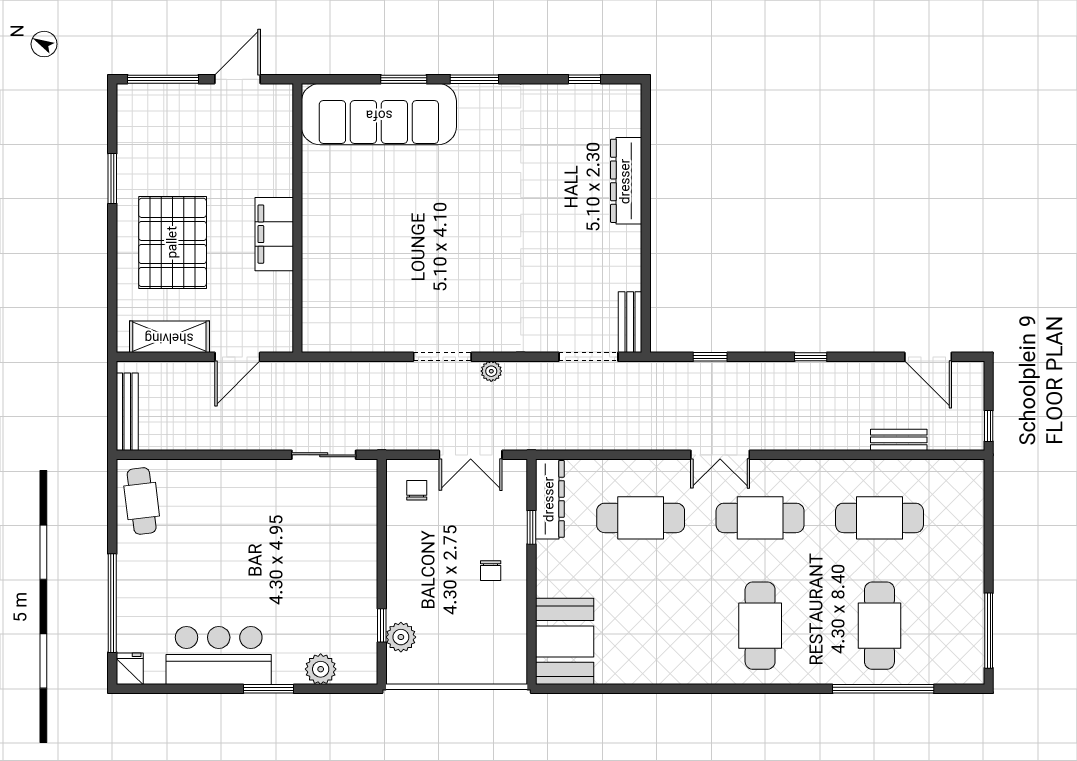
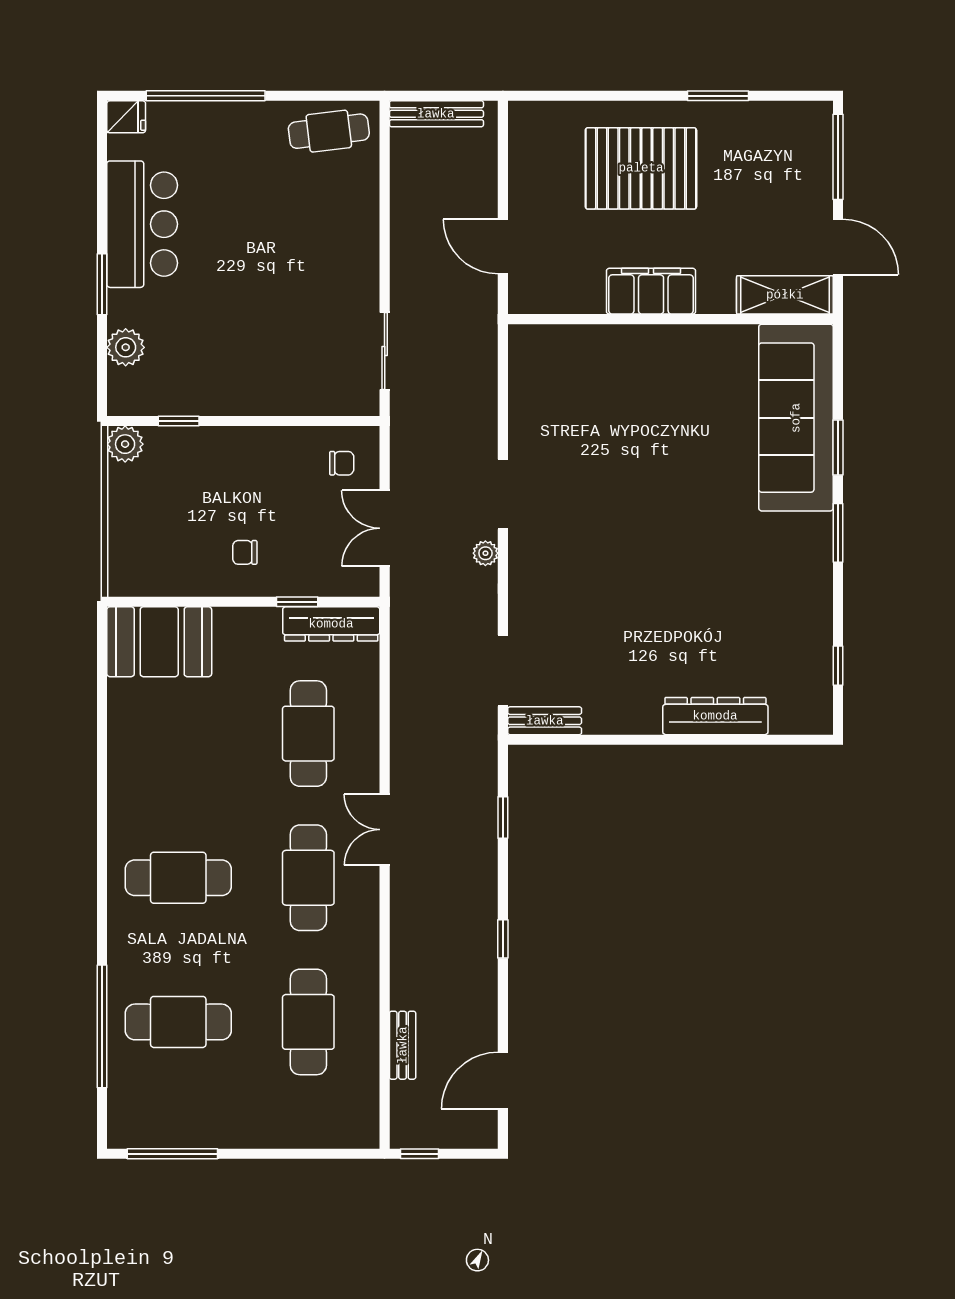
shelving: (169, 337) -> (785, 295), moved, turned 90
plant: (401, 637) -> (125, 444), moved

